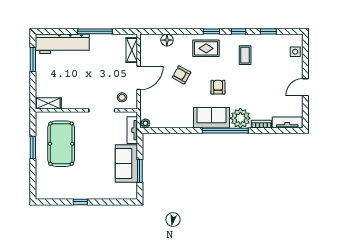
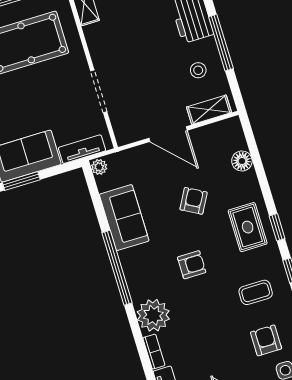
armchair: (275, 58) -> (266, 340), added
stool: (122, 97) -> (198, 70), moved
sofa: (212, 118) -> (124, 218), moved
window: (225, 131) -> (117, 268), moved

